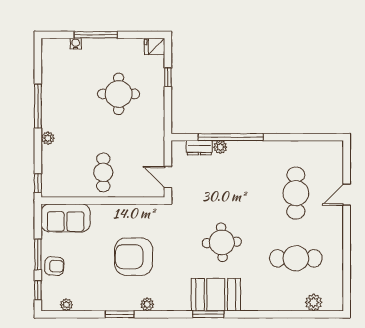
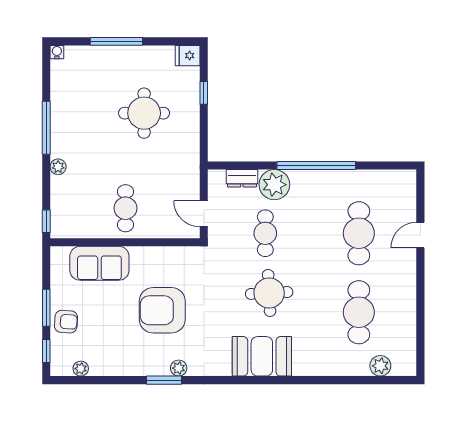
water cooler: (76, 44) -> (57, 52), moved
window: (231, 137) -> (316, 165), moved
plant: (220, 147) -> (274, 185), width x1.88, depth x1.88
cafe table: (219, 193) -> (265, 233), added
sofa: (66, 218) -> (99, 263), moved
cafe table: (296, 258) -> (359, 312), turned 90
window: (120, 314) -> (164, 380), moved
window: (208, 314) -> (253, 380), removed

